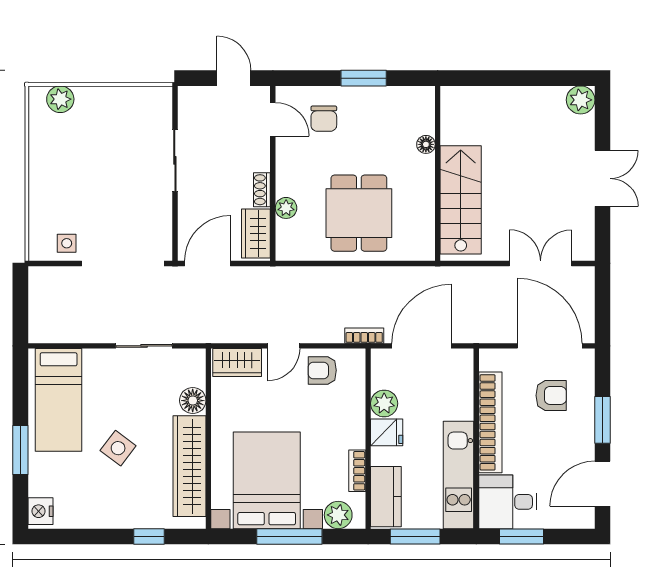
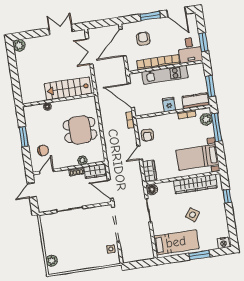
double door: (602, 178) -> (61, 30), moved
door: (284, 346) -> (140, 153), swing flipped
floor lamp: (193, 401) -> (152, 189), moved
plant: (384, 403) -> (157, 107), removed
kitchen unit: (459, 475) -> (165, 75), moved
bed with nightstands: (267, 480) -> (197, 157), width x0.73
window: (289, 536) -> (217, 127), moved

